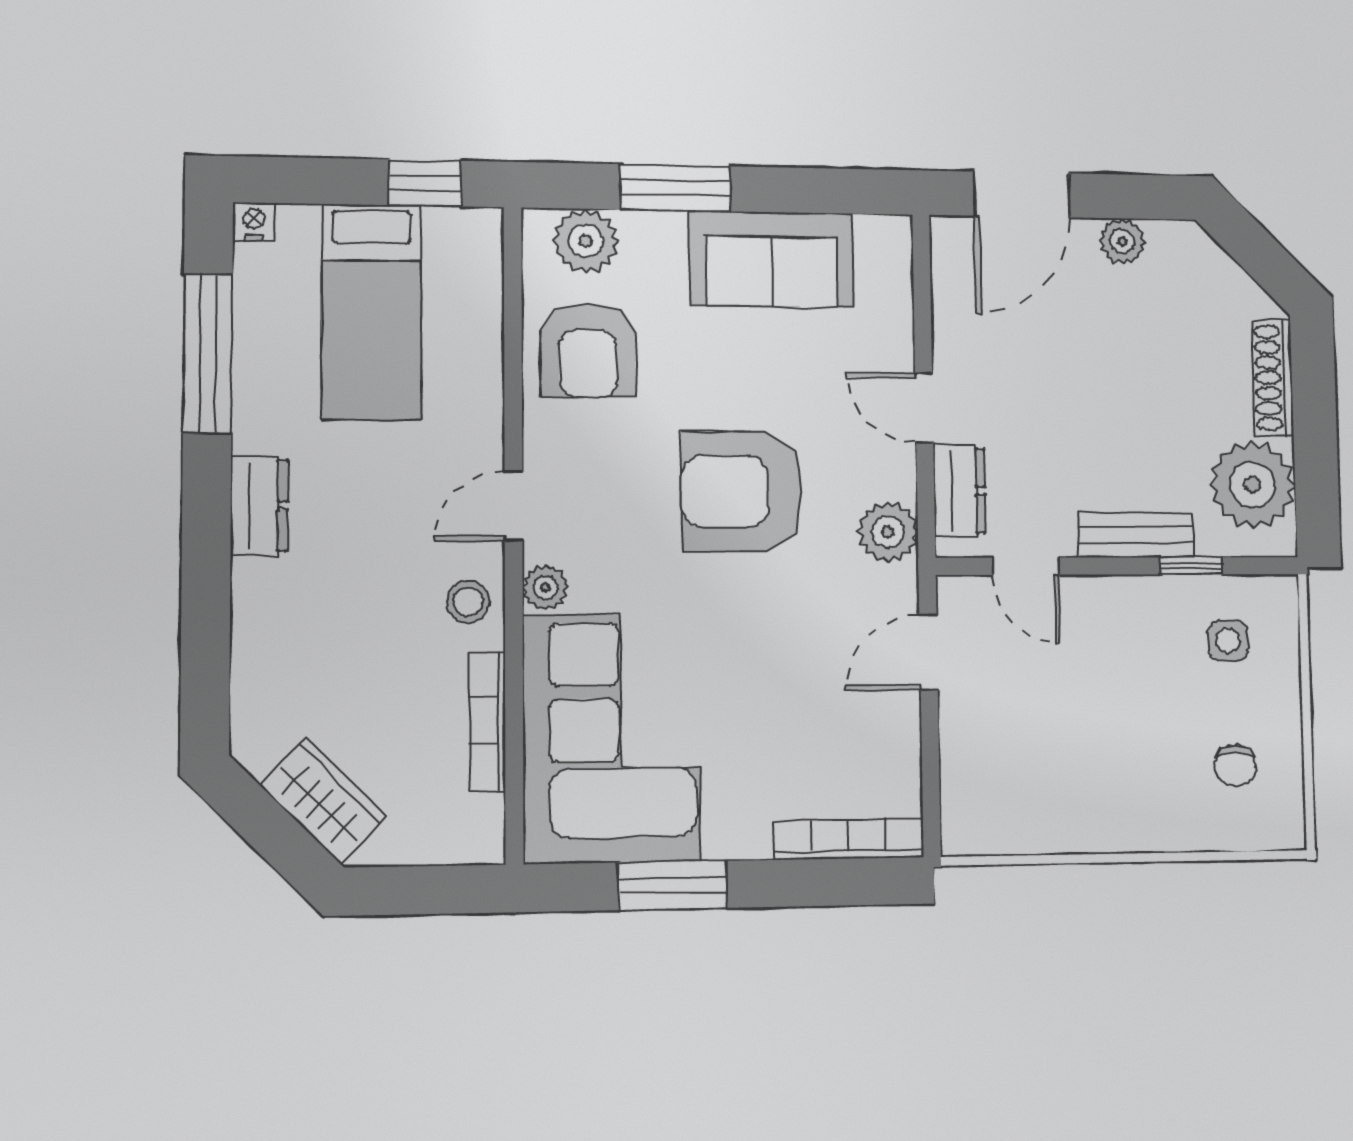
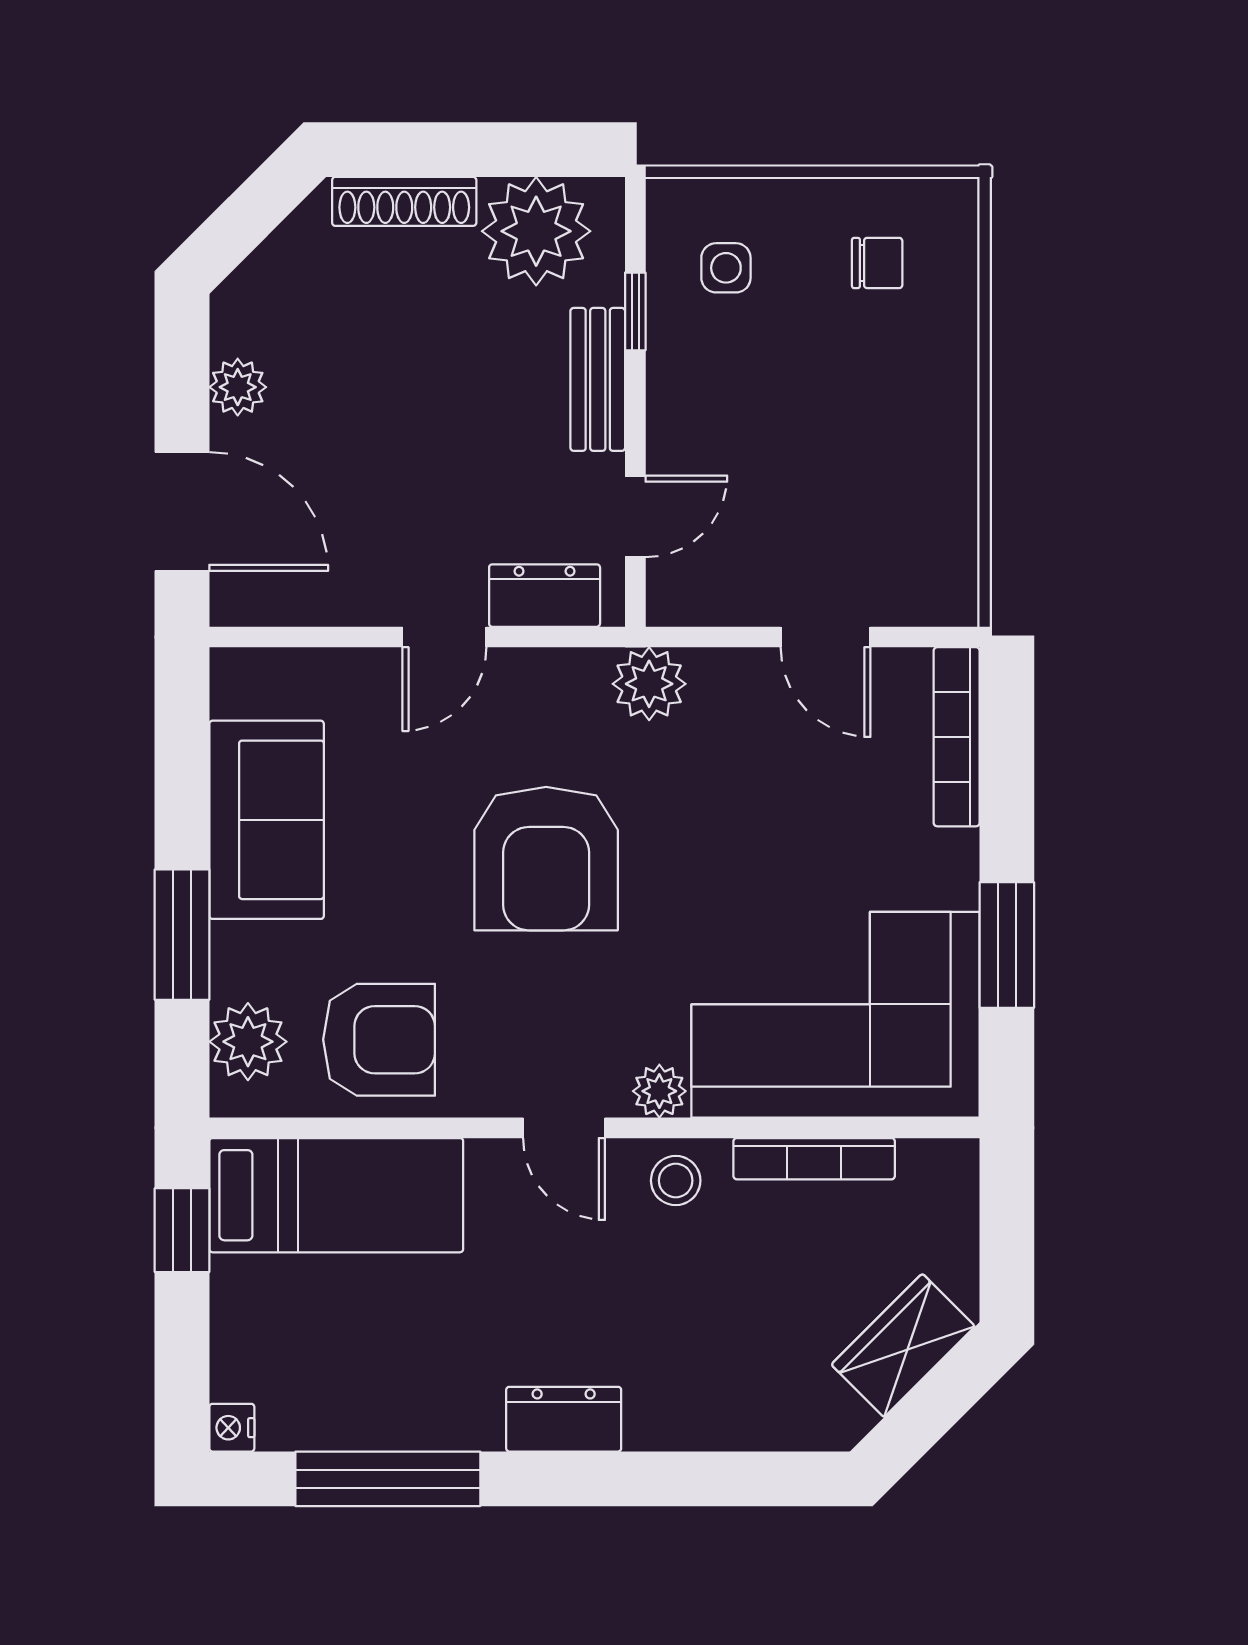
bed: (371, 312) -> (336, 1195), moved
plant: (888, 532) -> (649, 684), moved
door: (929, 652) -> (826, 637), moved

